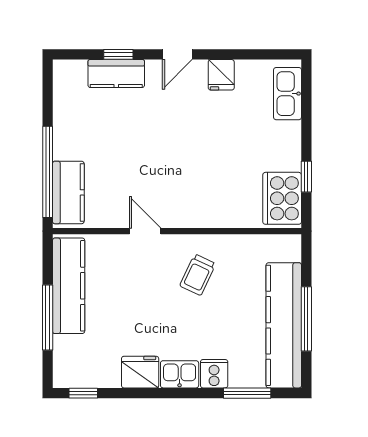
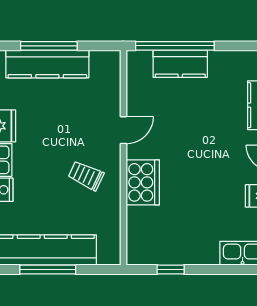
kitchen counter: (68, 192) -> (180, 64), moved
cooker: (282, 198) -> (143, 182), moved, turned 90
kitchen counter: (69, 286) -> (47, 64), moved

